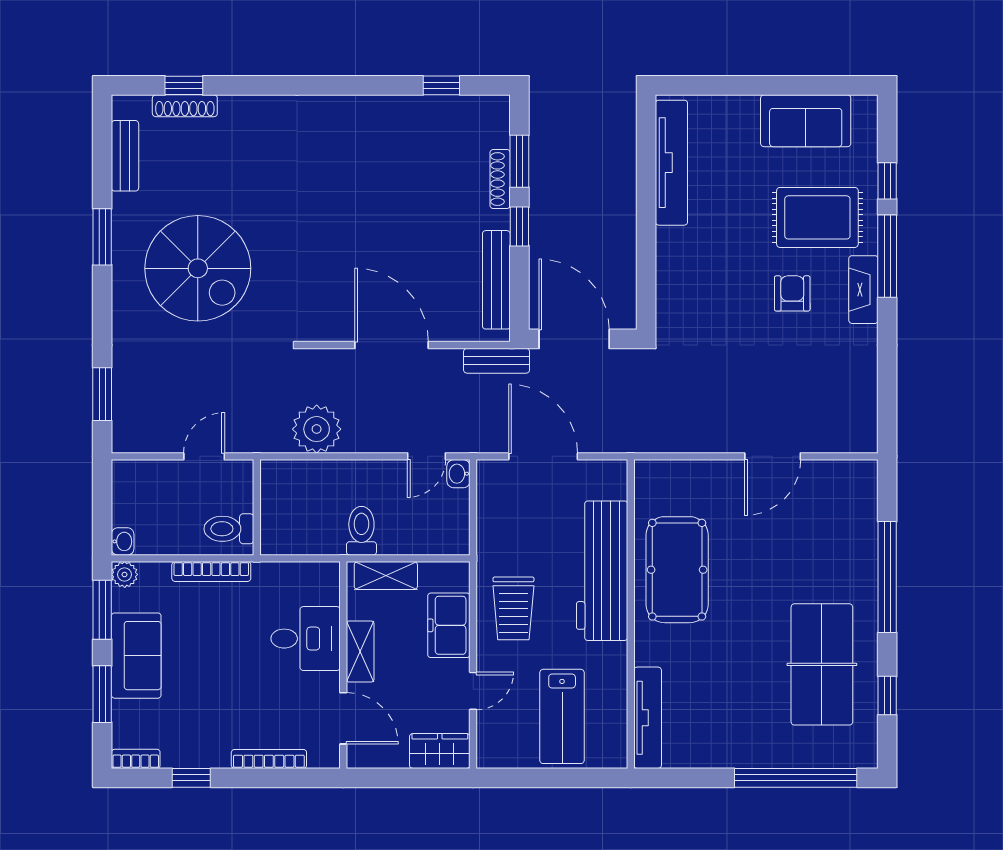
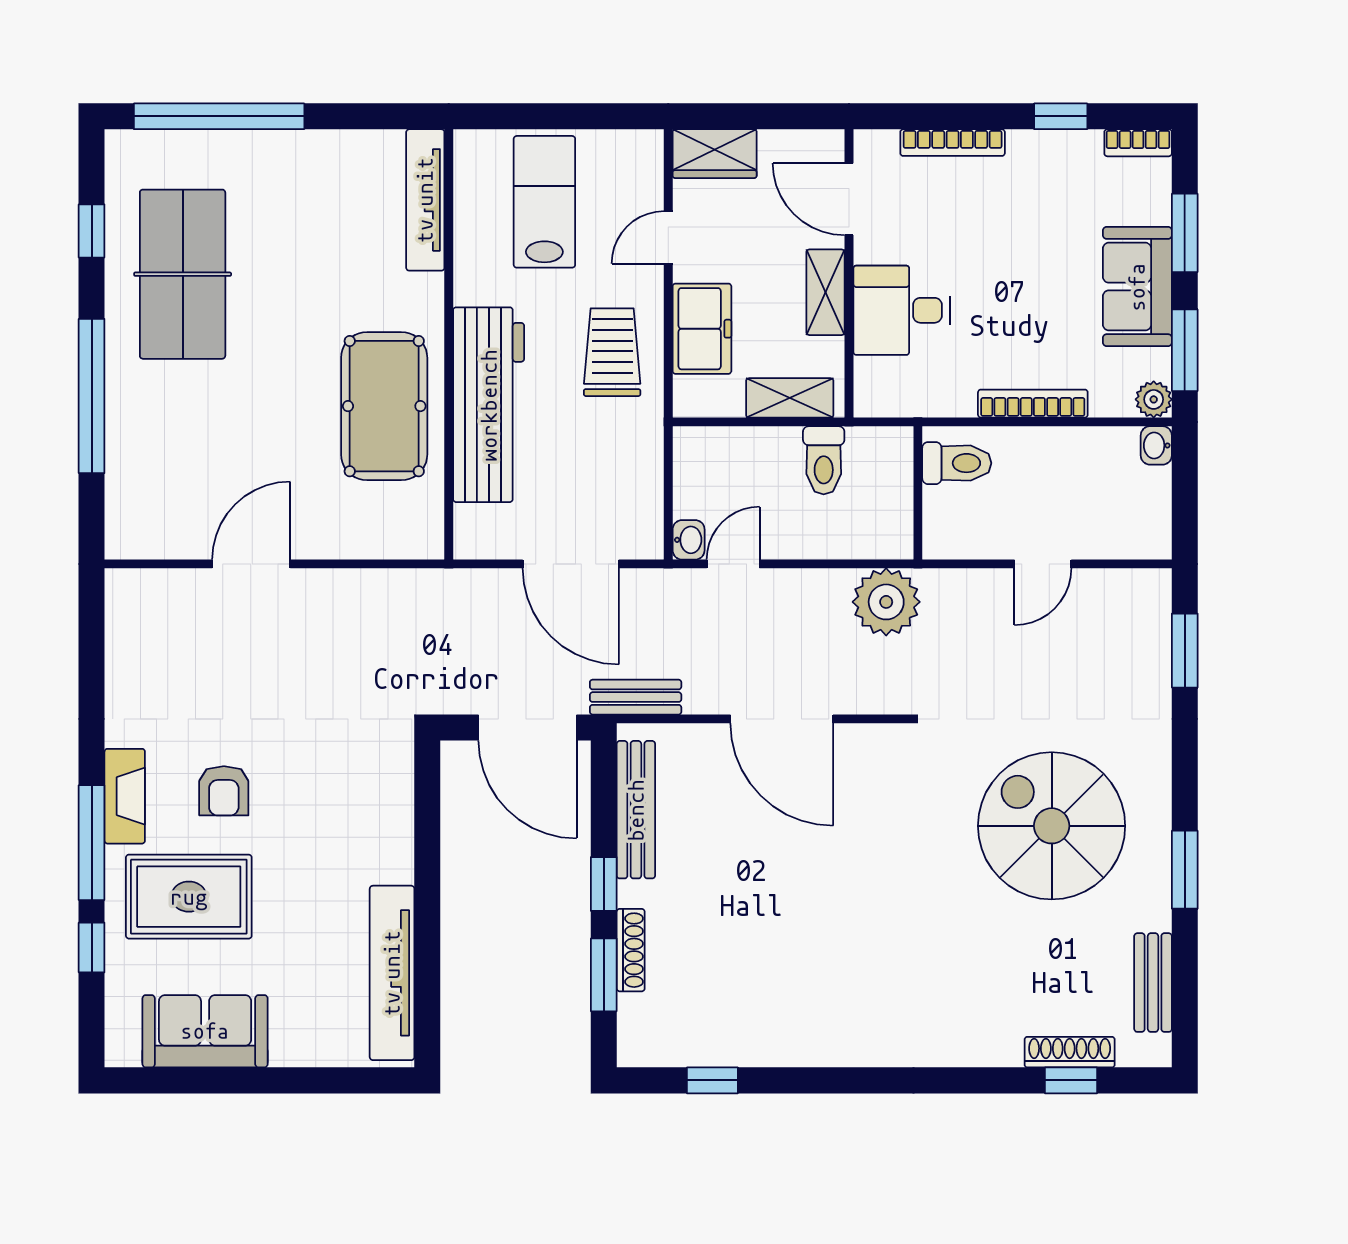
wall: (257, 507) -> (918, 493), moved
toilet: (229, 529) -> (957, 463), moved

